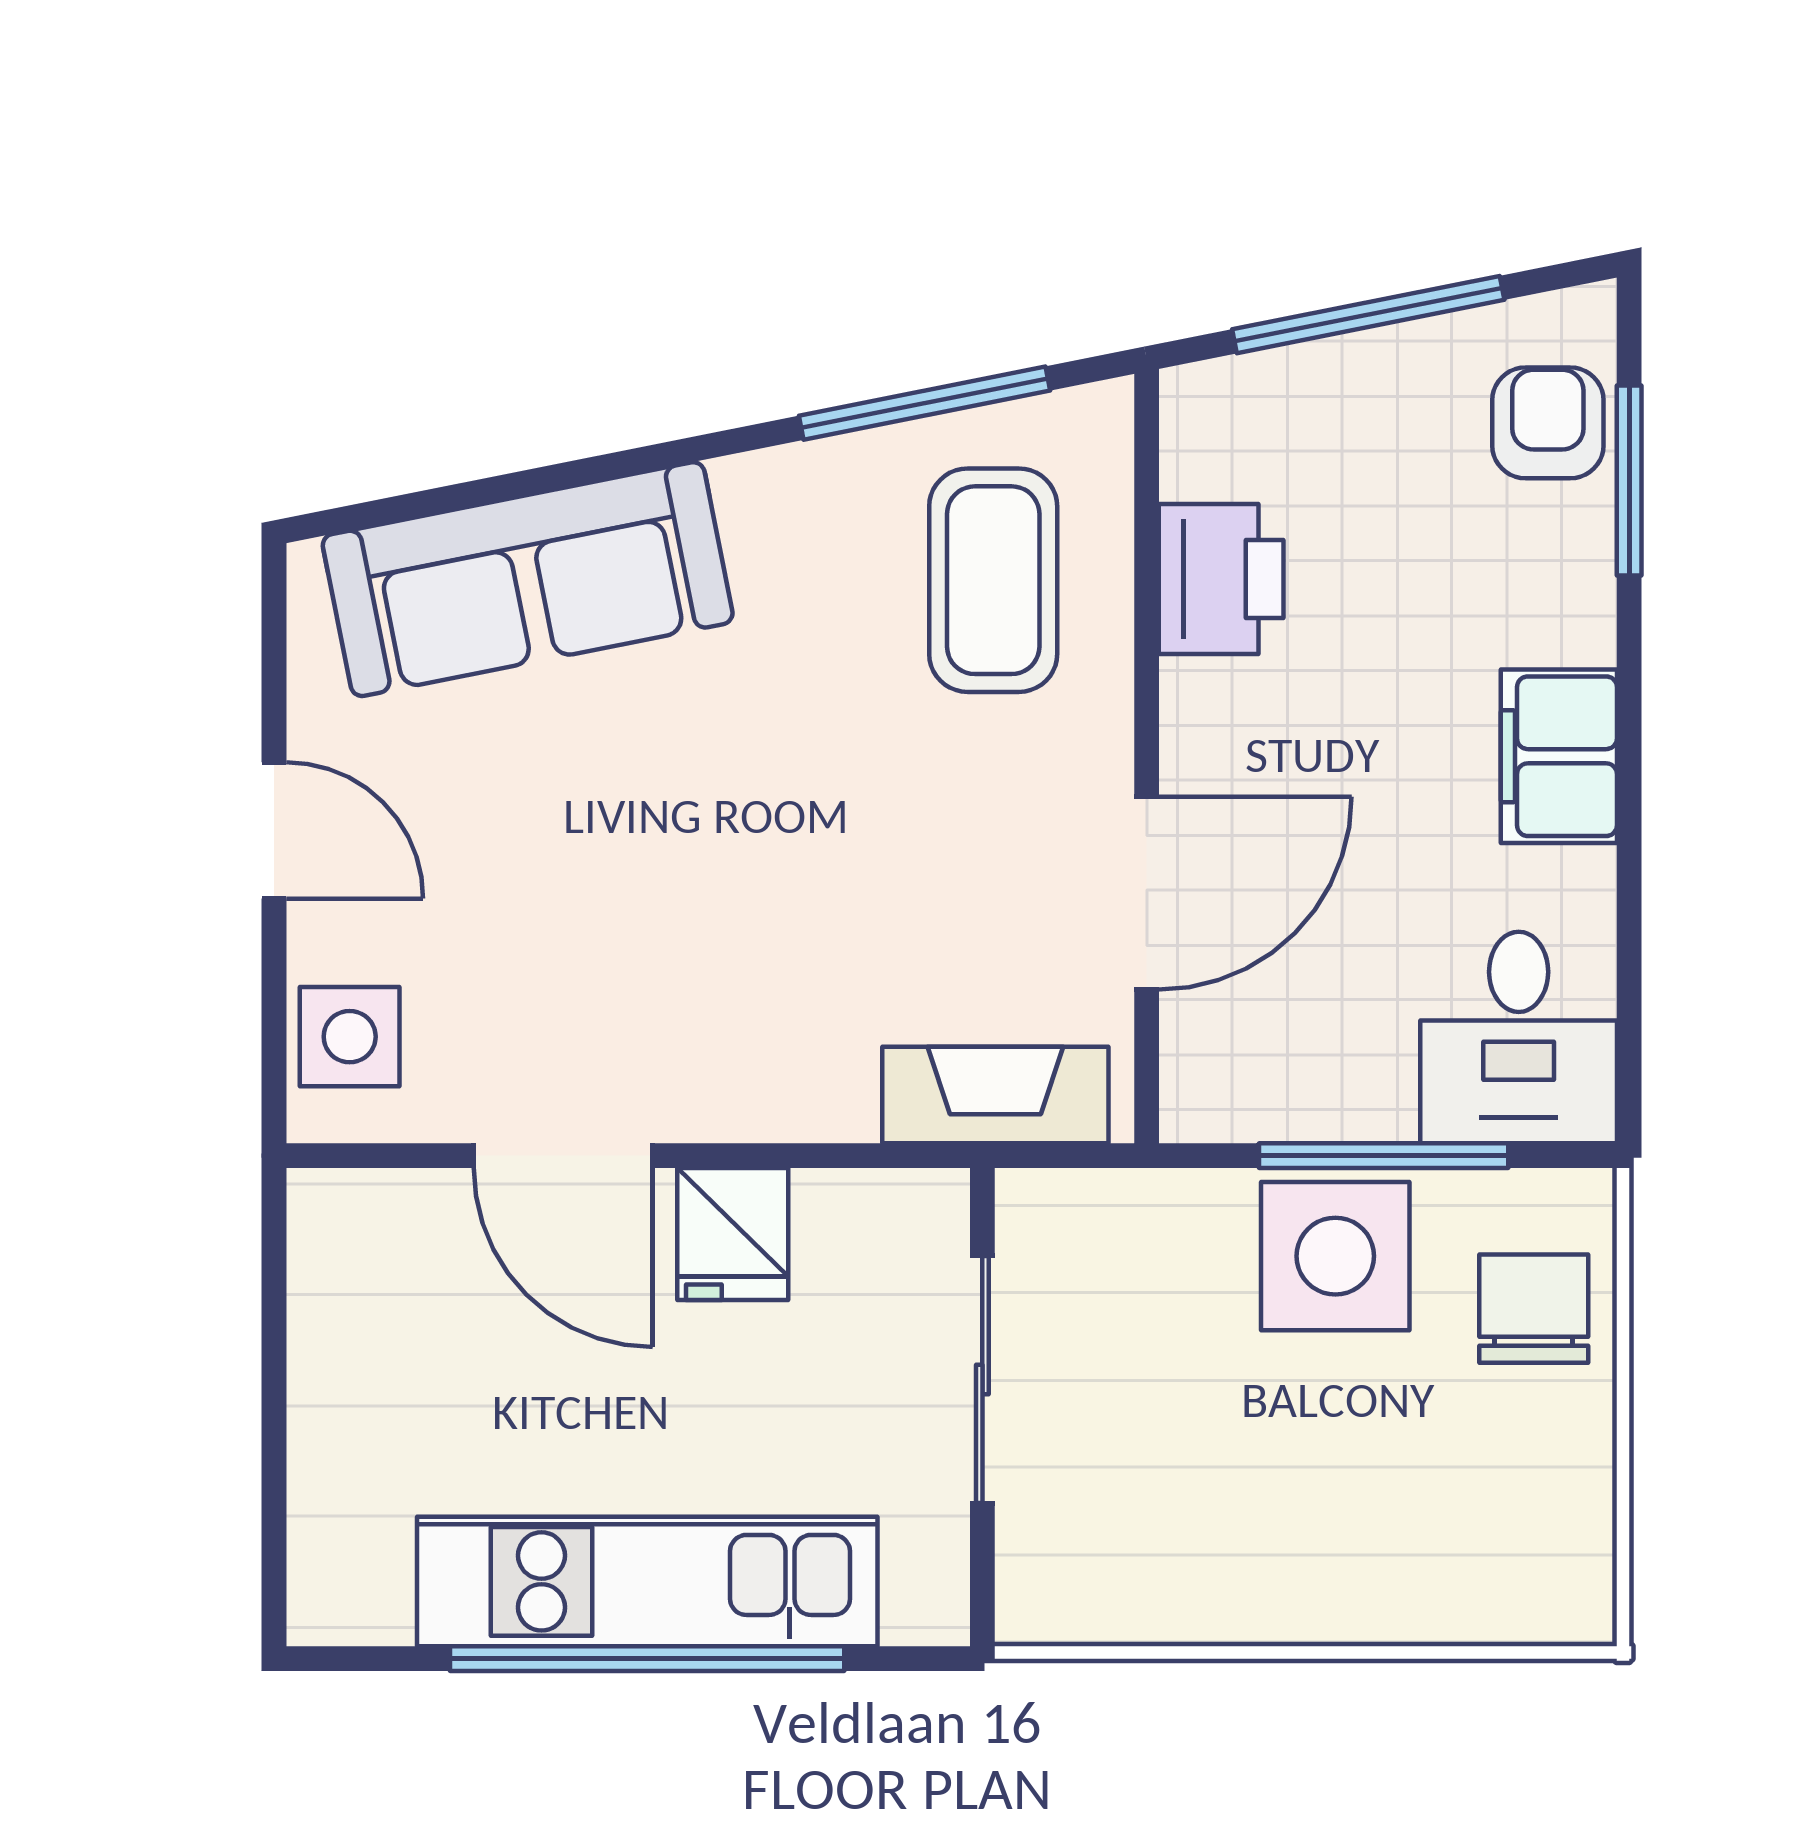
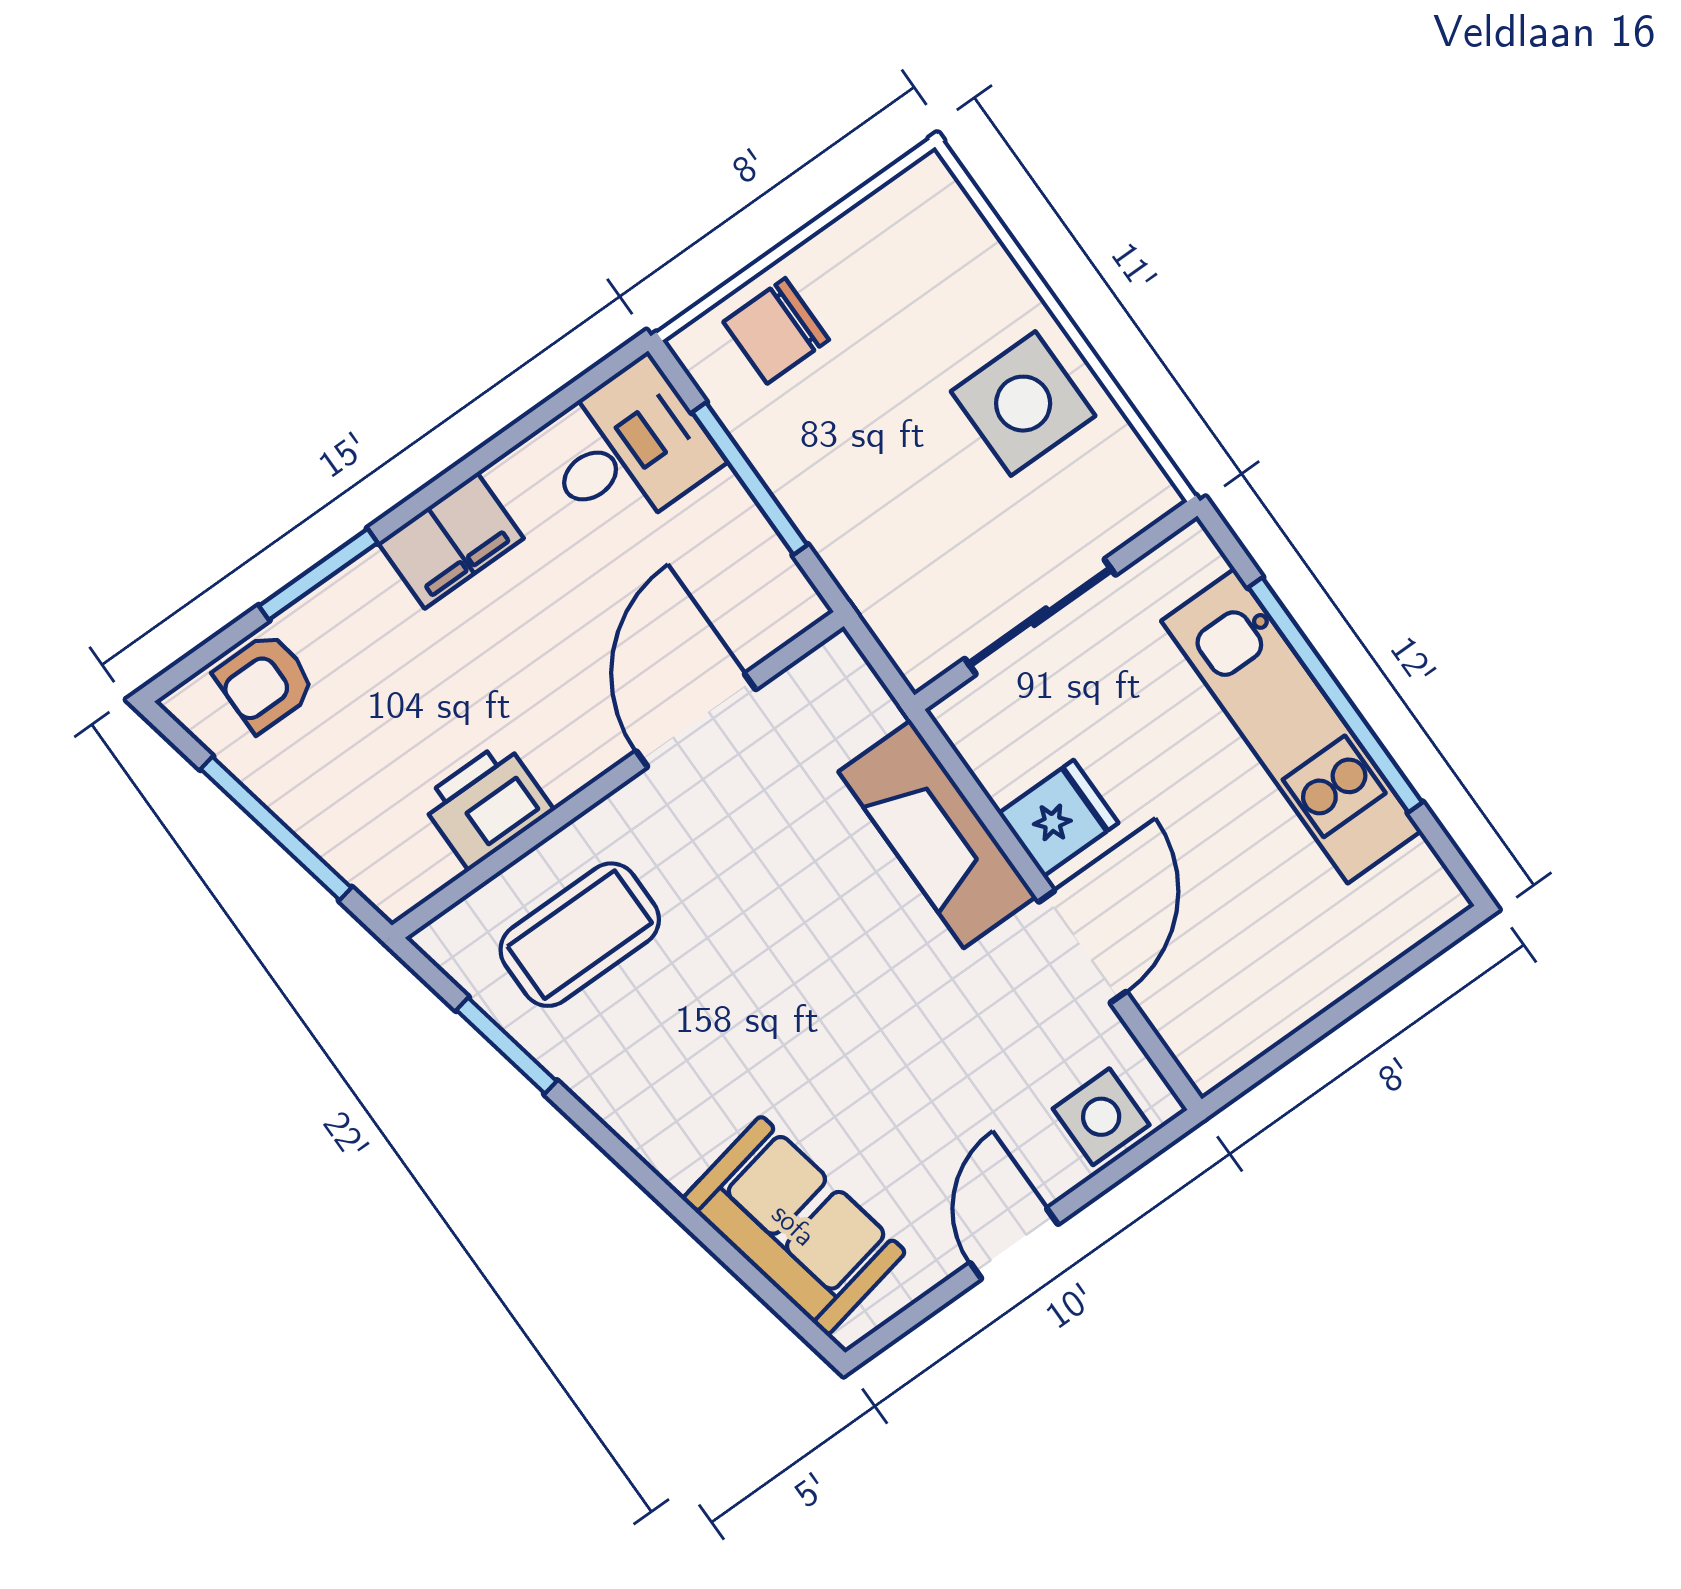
window: (925, 403) -> (506, 1046), width x0.69
window: (1629, 480) -> (318, 574), moved
sofa: (528, 579) -> (794, 1225), width x0.73
door: (1147, 893) -> (696, 720), hinge flipped
fireplace: (995, 1095) -> (937, 834), moved, width x1.37, depth x1.32
side table: (1335, 1256) -> (1023, 404), moved

